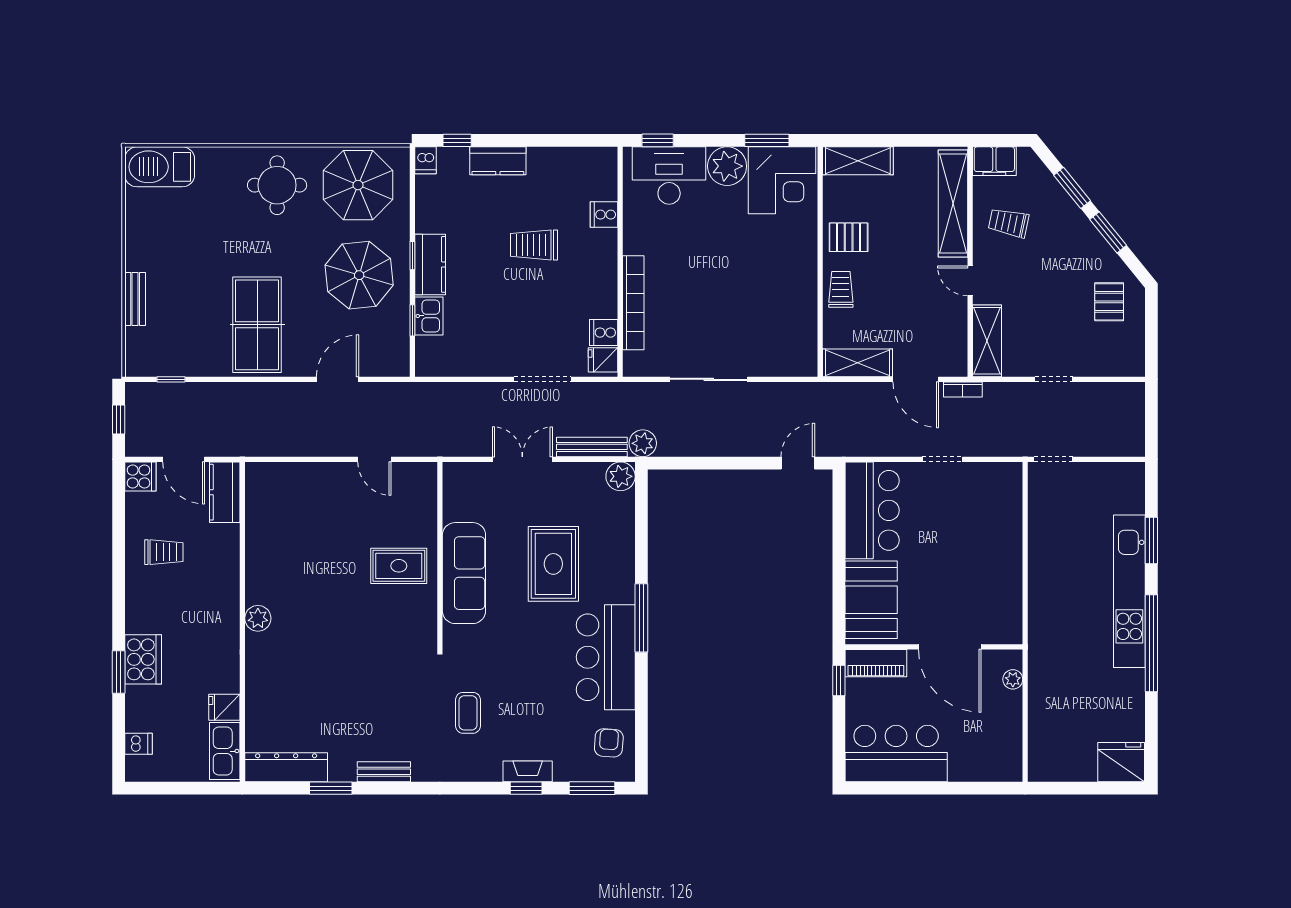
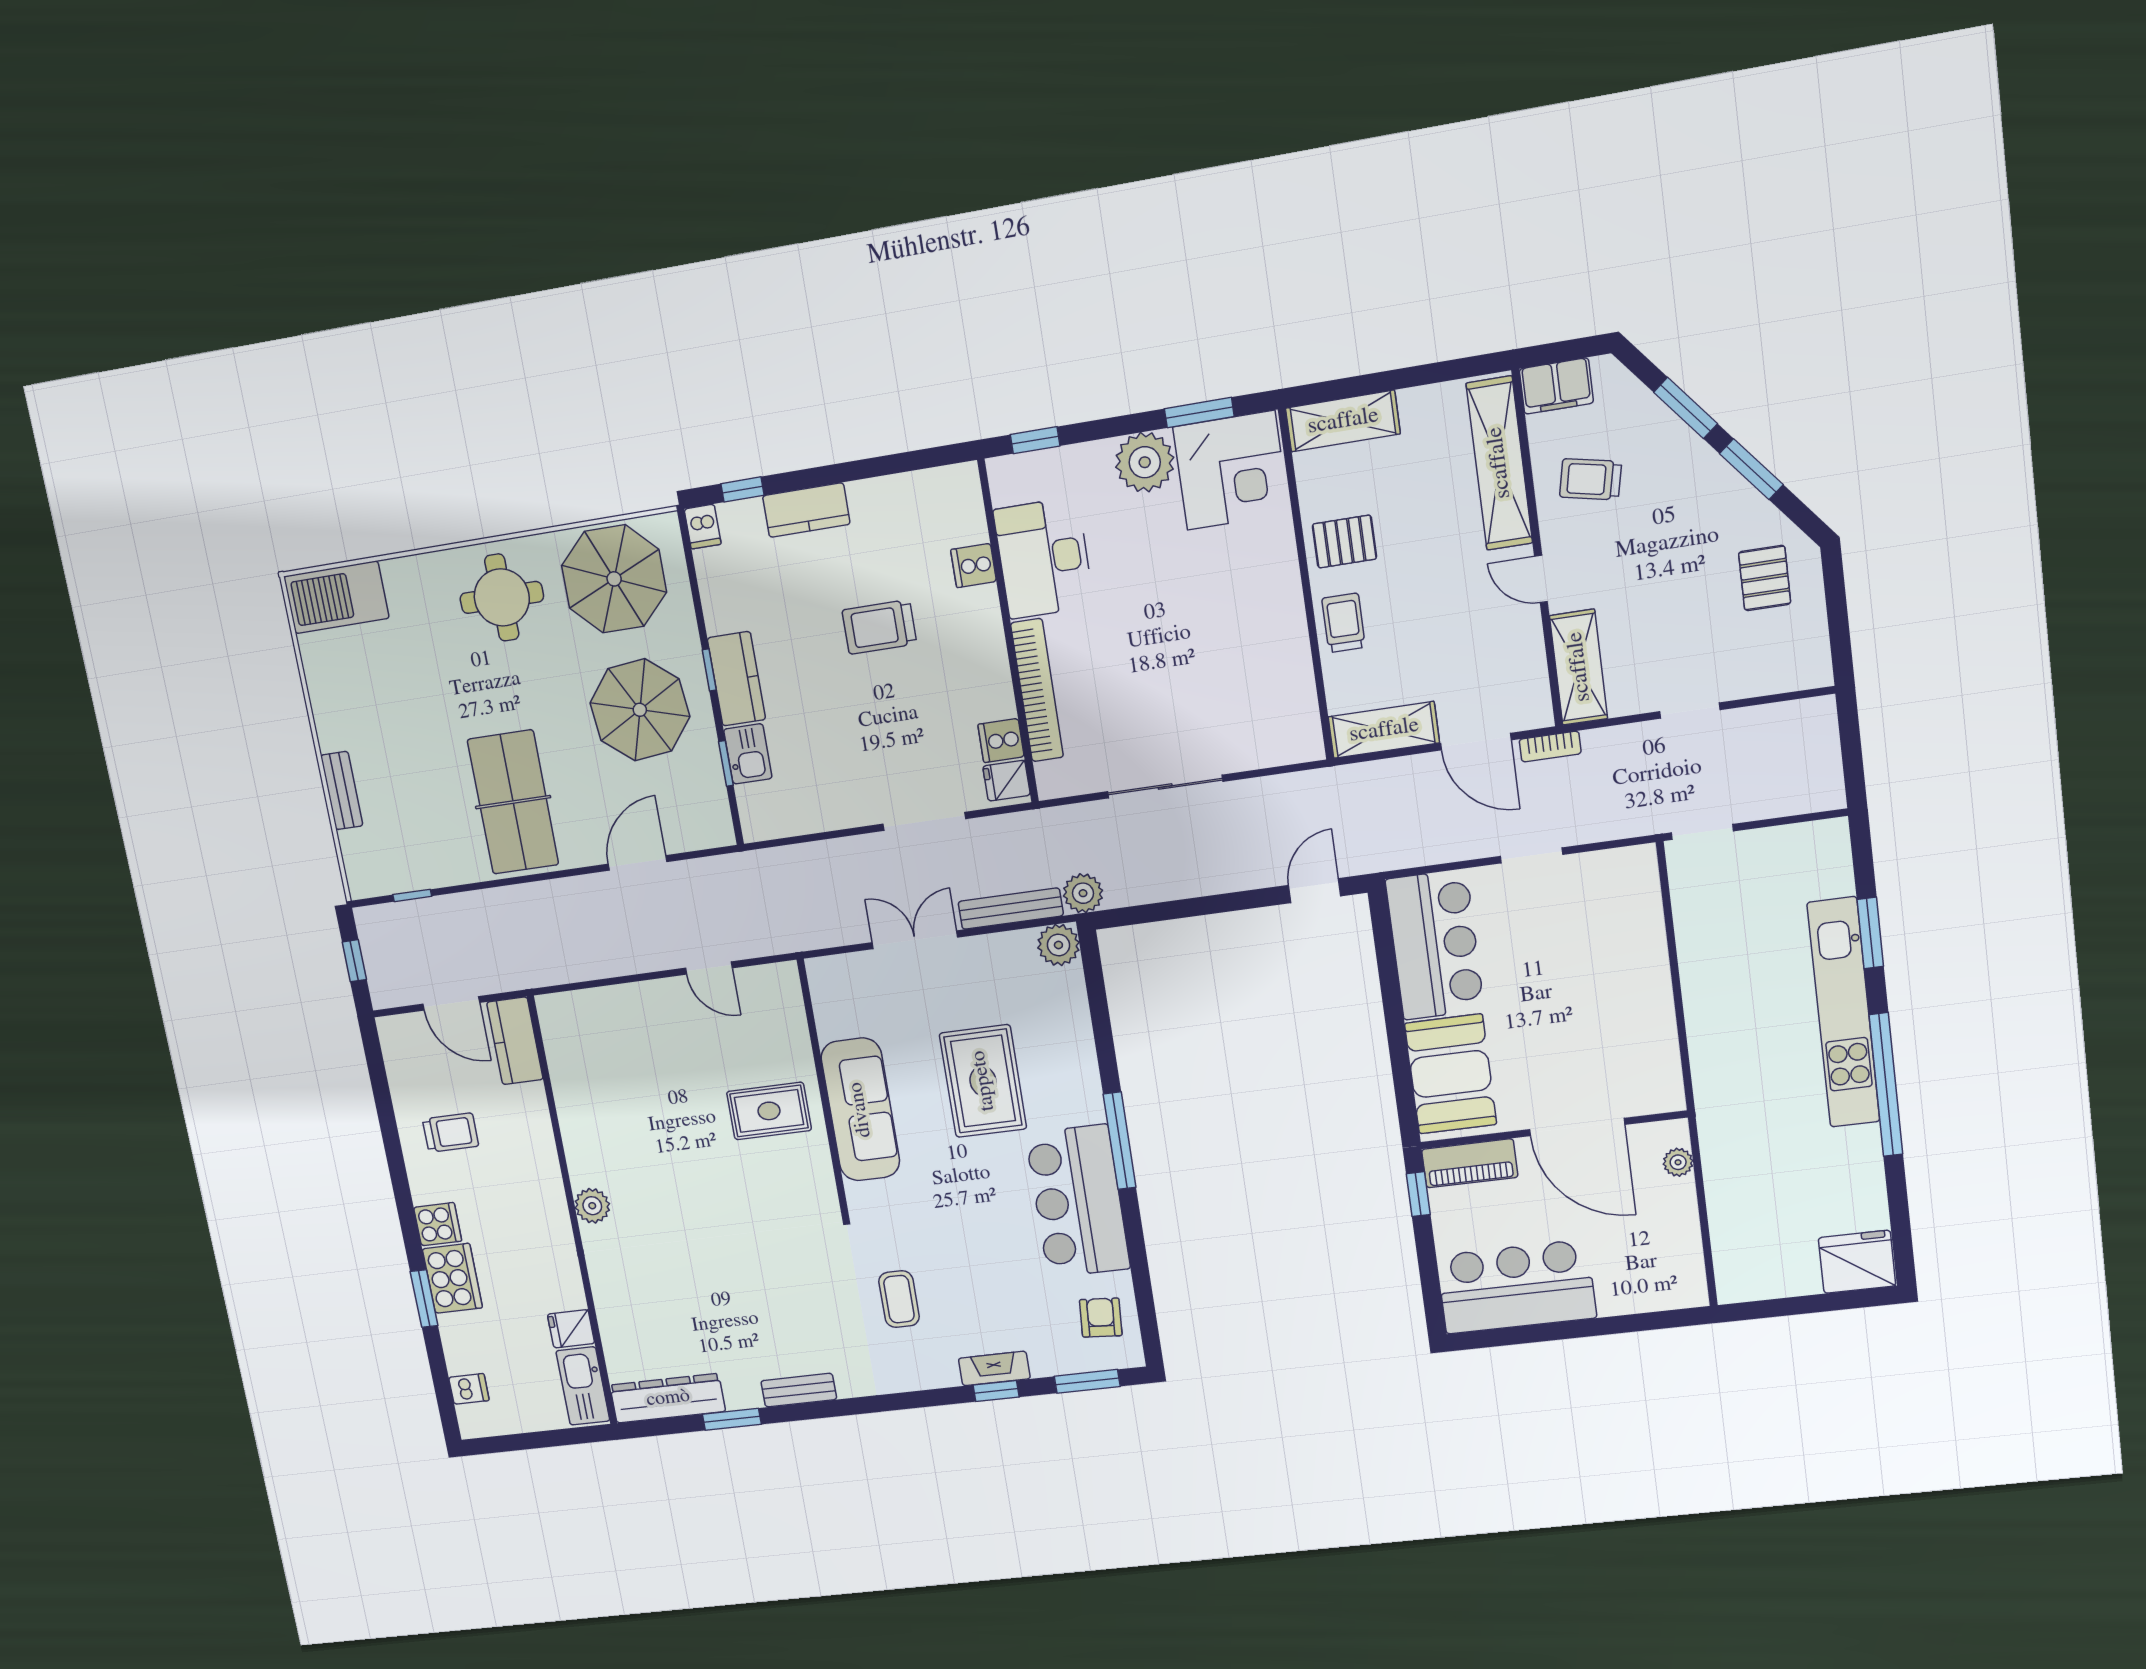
desk: (669, 176) -> (1044, 558), moved, turned -90
cooker: (140, 477) -> (438, 1224), moved

